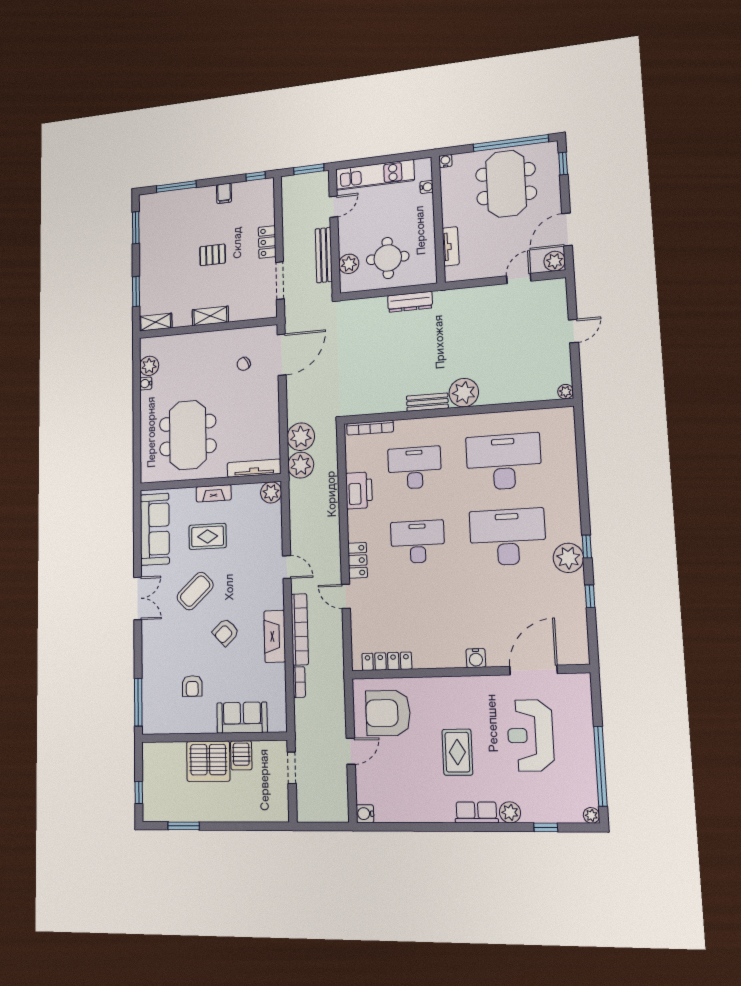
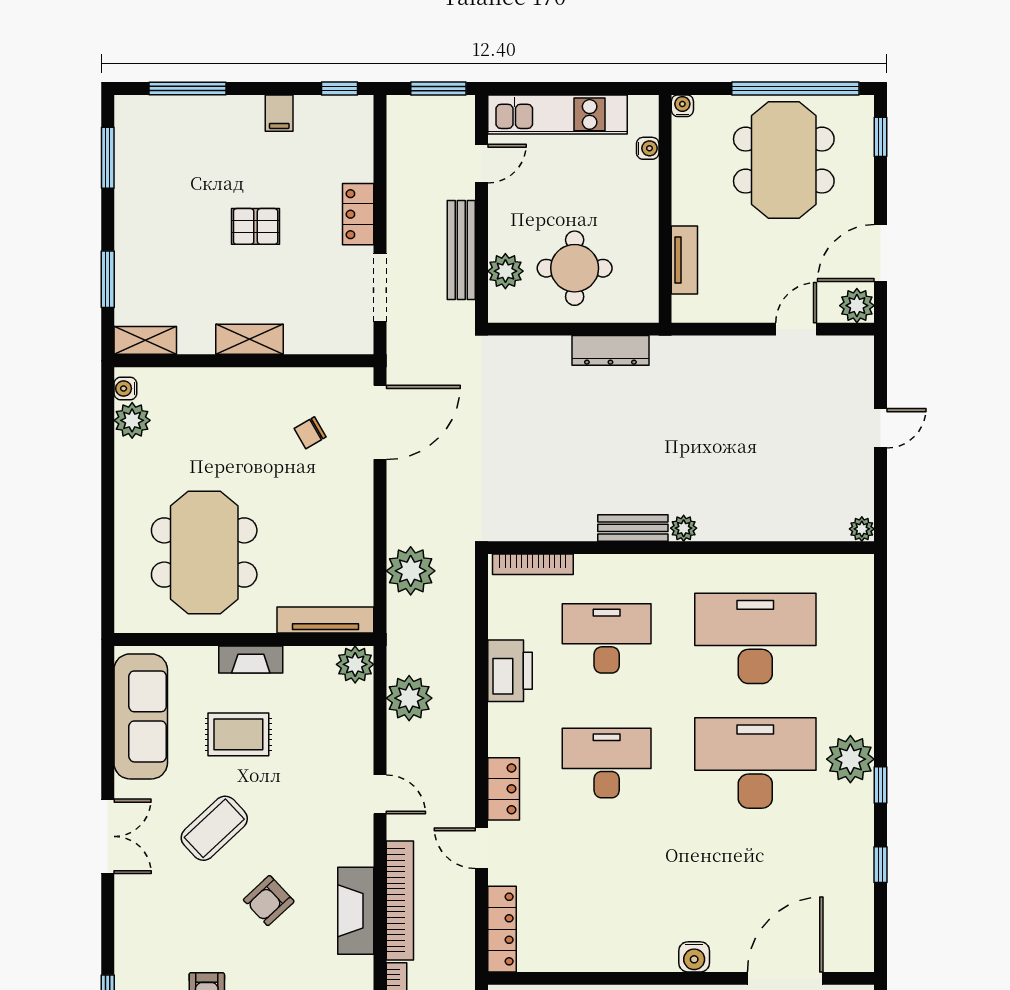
water cooler: (146, 383) -> (125, 388), moved
plant: (464, 393) -> (684, 528), width x0.53, depth x0.53
plant: (301, 465) -> (409, 698), moved
plant: (568, 558) -> (850, 759), moved
locker: (387, 661) -> (502, 929), moved, turned 90

